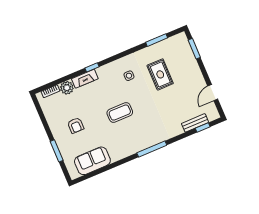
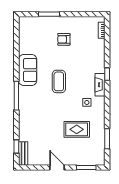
fireplace: (85, 79) -> (100, 85), moved
plant: (67, 88) -> (99, 45), removed
door: (213, 93) -> (57, 167), moved
bench: (195, 123) -> (23, 154), moved
sofa: (92, 161) -> (28, 70), moved

